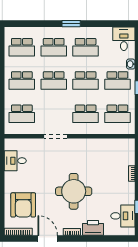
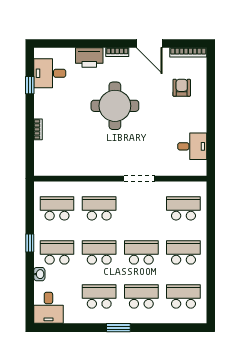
armchair: (23, 205) -> (182, 88), width x0.53, depth x0.53

